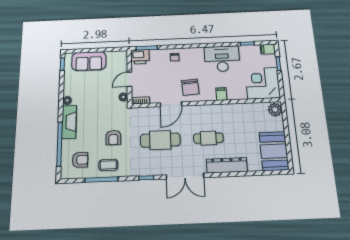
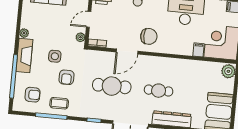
chair: (190, 87) -> (149, 36), turned -86
filing cabinet: (221, 94) -> (199, 50), moved
side table: (100, 119) -> (55, 56), added

